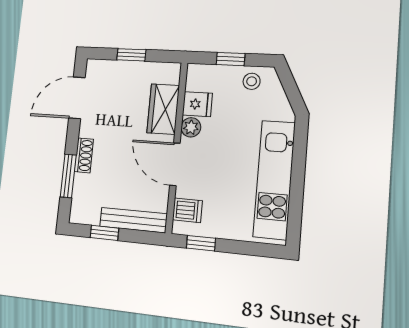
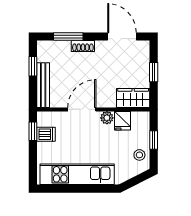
wardrobe: (163, 109) -> (133, 98), moved
dishwasher: (187, 210) -> (46, 134), moved, turned -90

